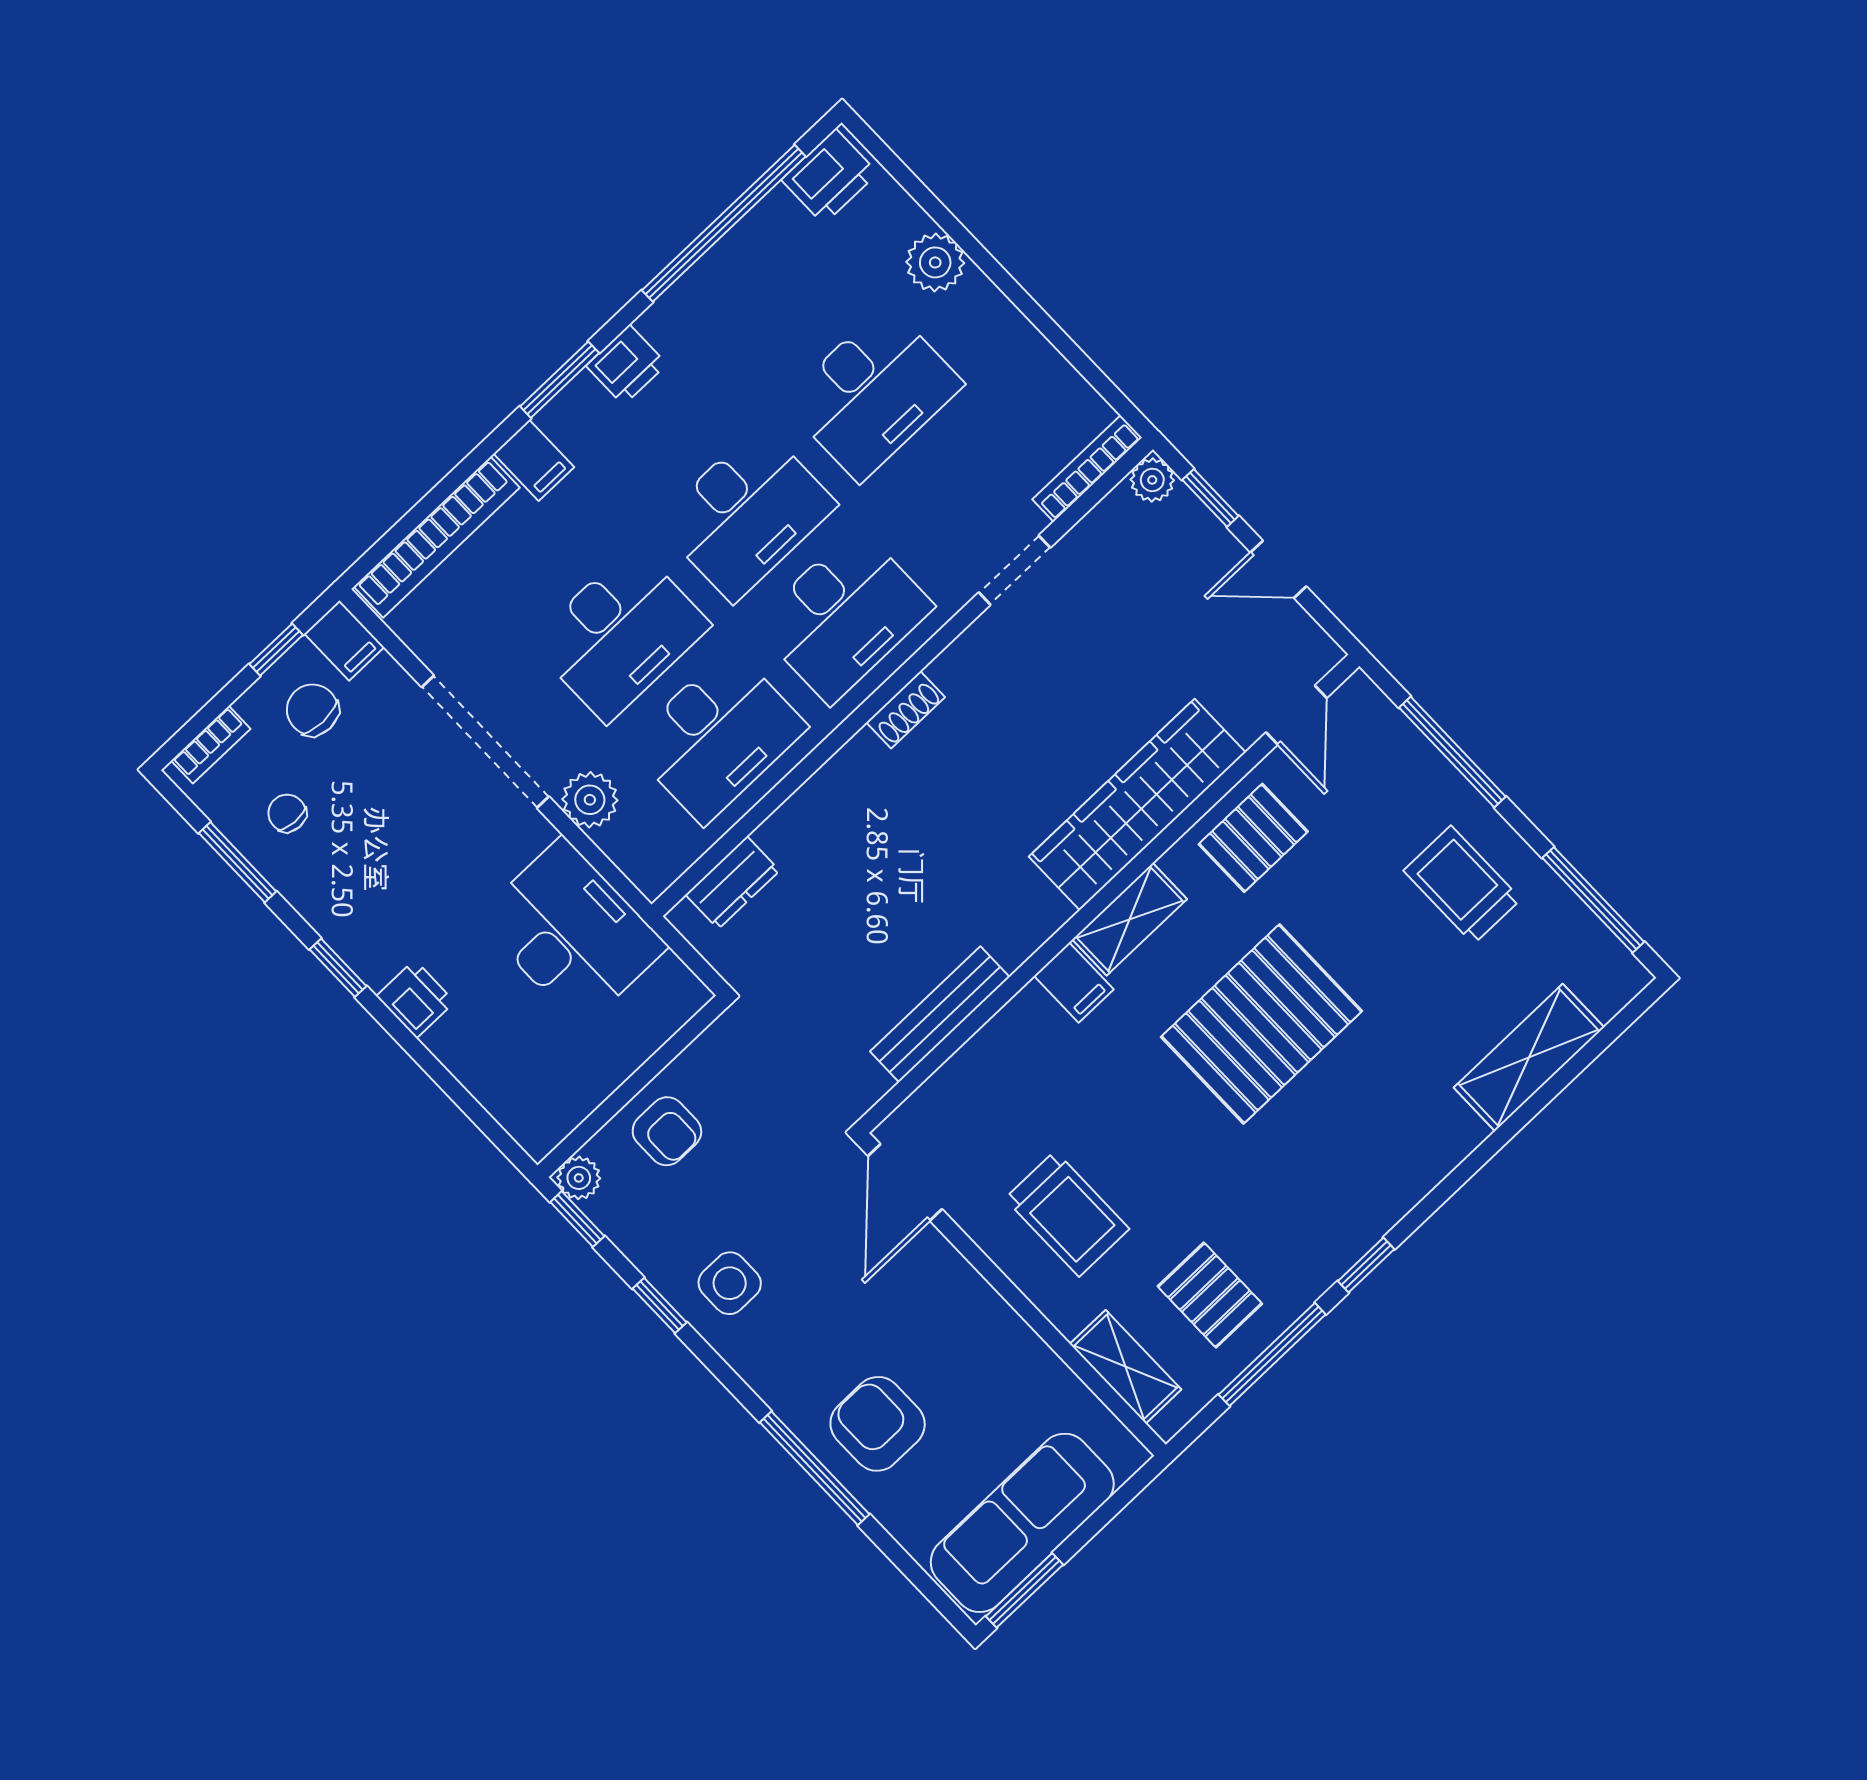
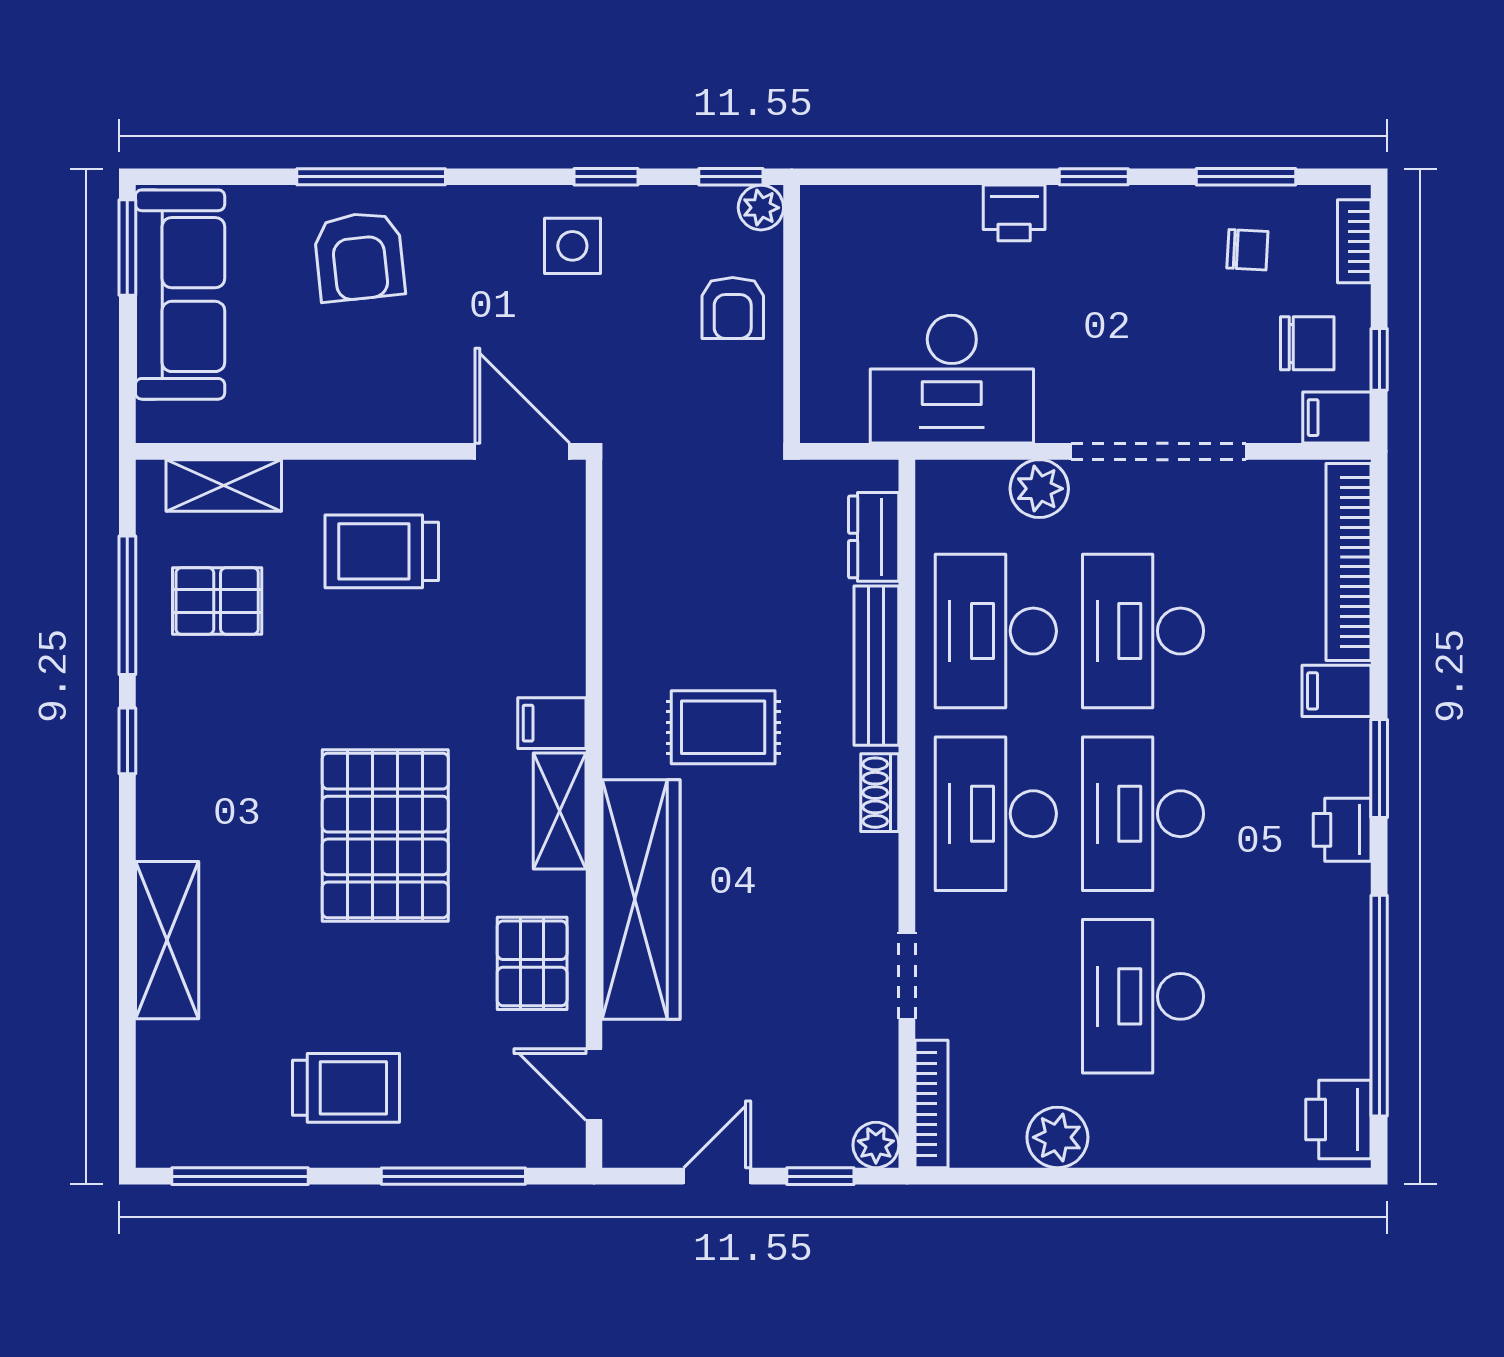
plant: (935, 262) -> (1057, 1137), moved
rug: (964, 861) -> (723, 727), added
bench: (940, 1014) -> (876, 666), moved
shelving: (1529, 1058) -> (167, 940), moved
armchair: (667, 1131) -> (733, 308), turned -90
armchair: (878, 1424) -> (359, 256), turned 84

